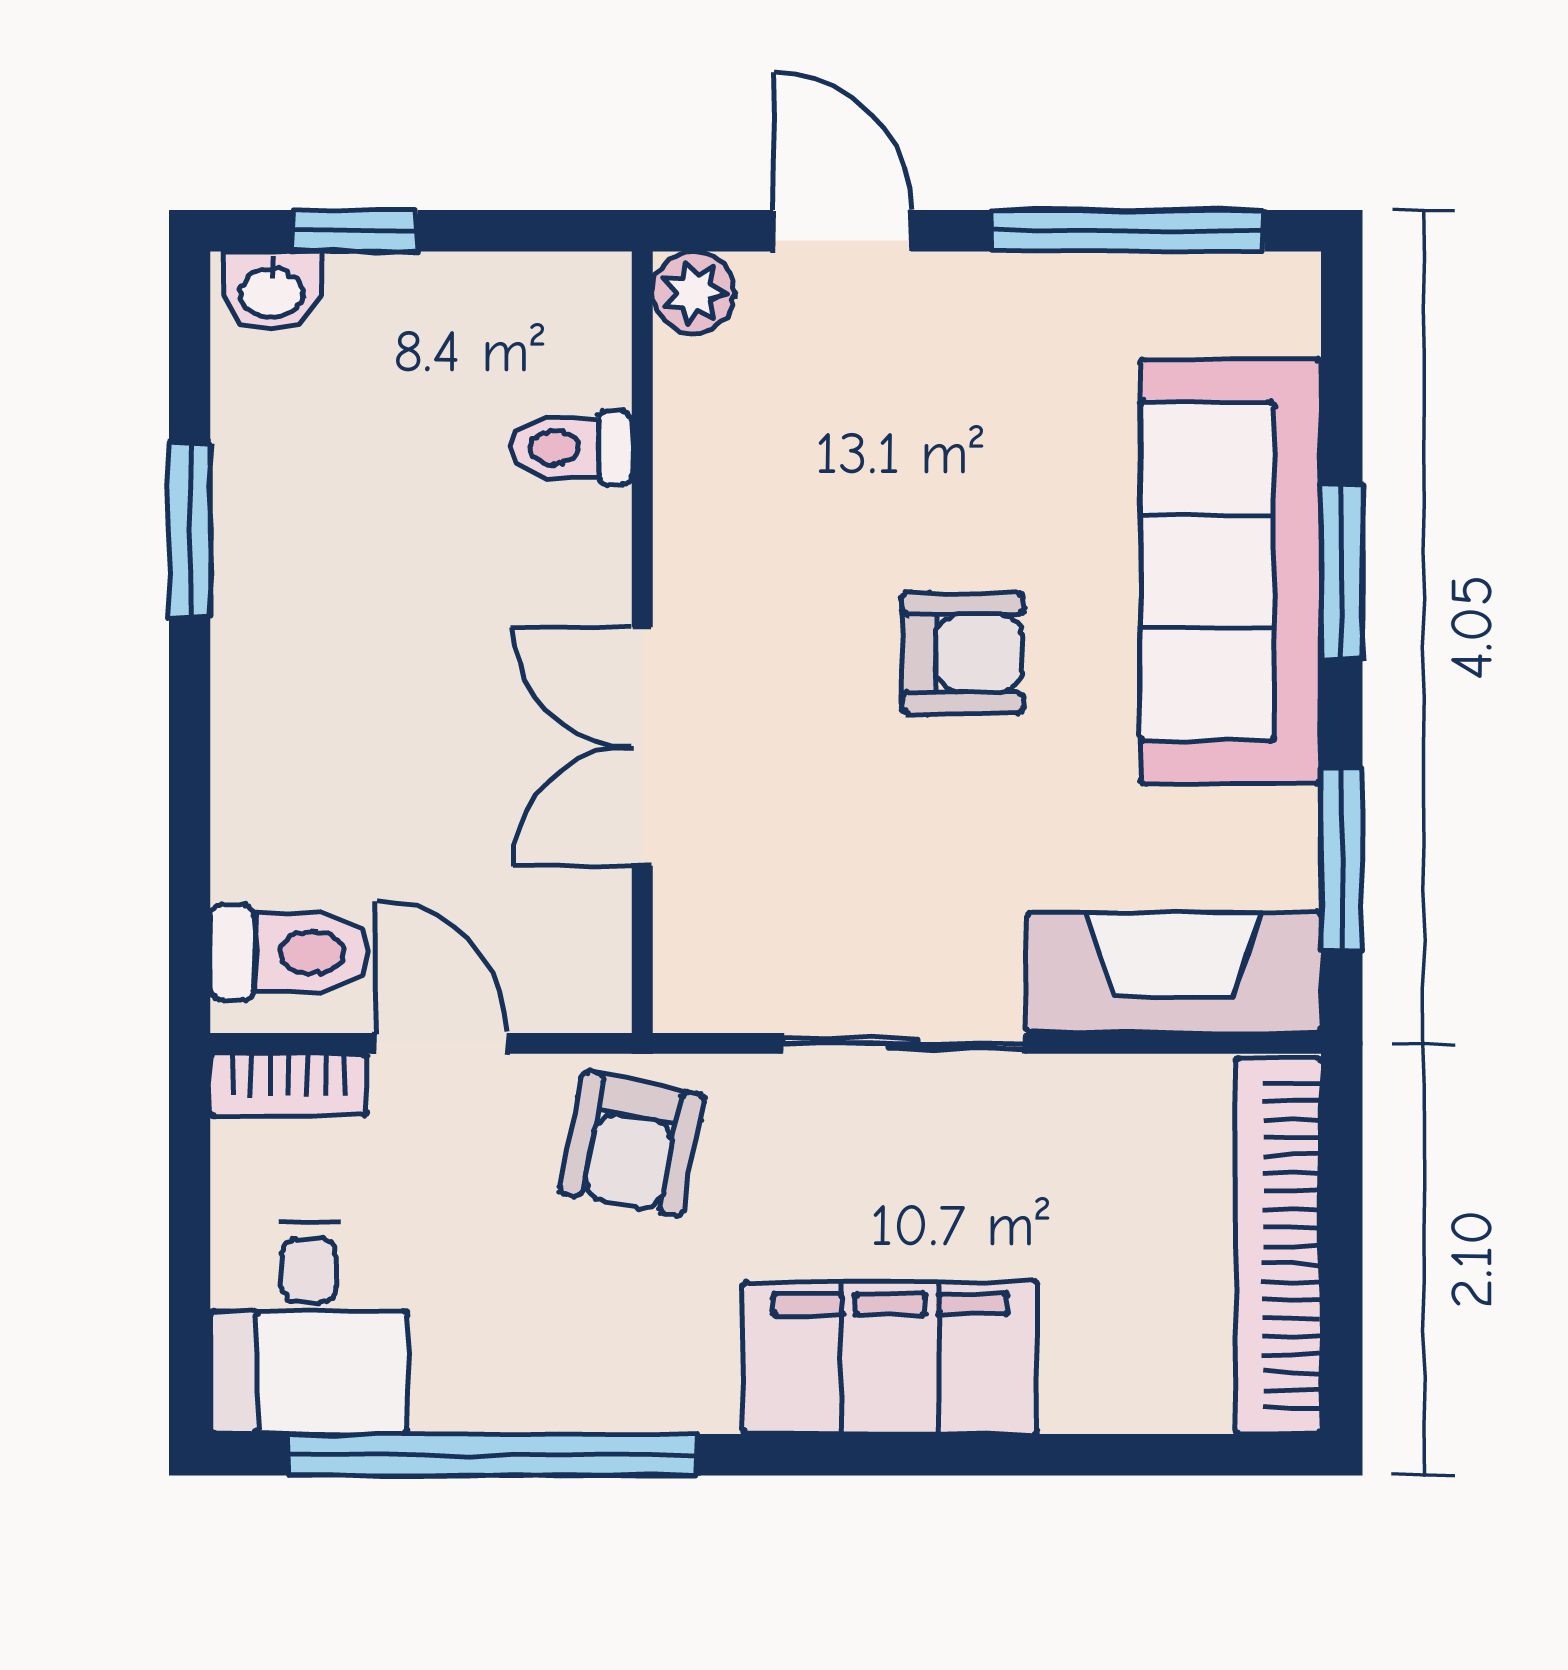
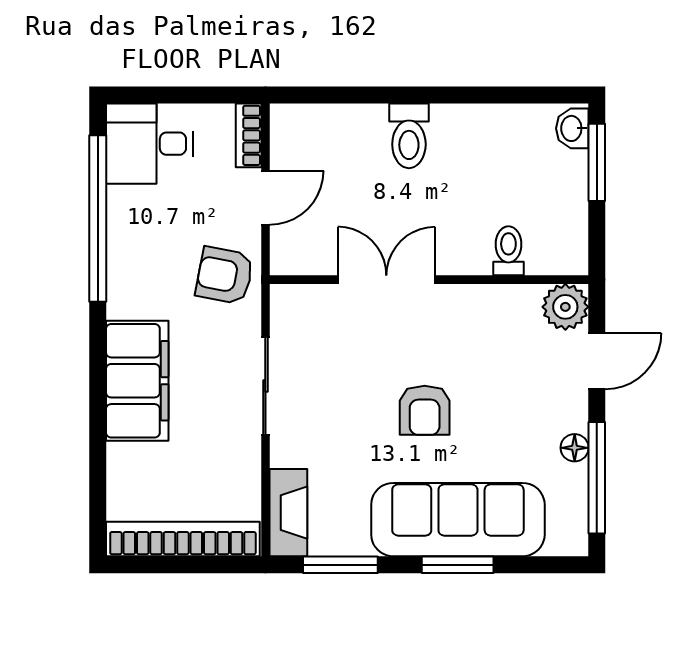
window: (355, 231) -> (597, 162), width x1.50
floor lamp: (1055, 285) -> (575, 448), added
plant: (694, 292) -> (565, 307), width x1.38, depth x1.38
window: (190, 530) -> (475, 95), removed
toilet: (290, 952) -> (409, 136), moved
fireplace: (1174, 973) -> (288, 513), width x0.73, depth x0.76

